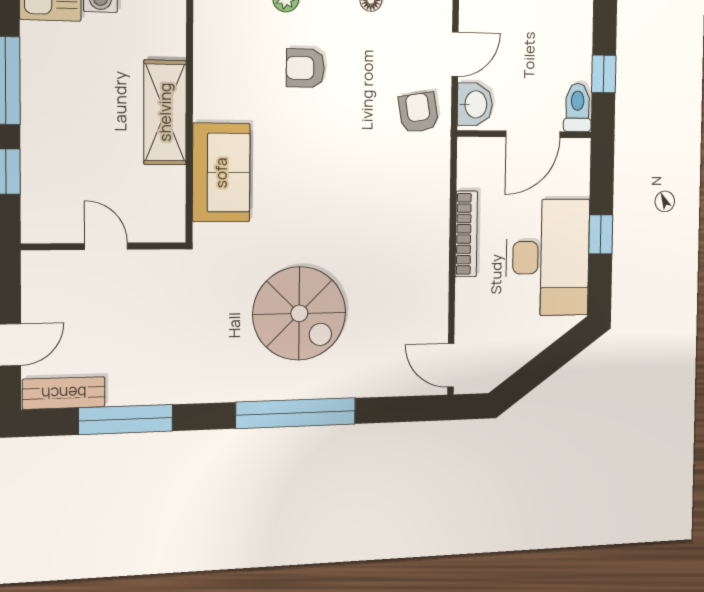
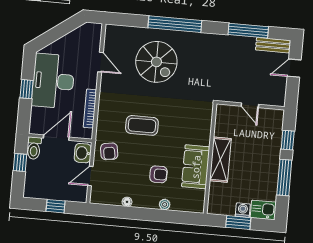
sofa: (221, 173) -> (196, 167), moved
coffee table: (351, 177) -> (142, 125), added
bookcase: (466, 234) -> (90, 109), moved
spiral stairs: (299, 313) -> (156, 62), moved, turned 180
door: (451, 365) -> (100, 62), moved

